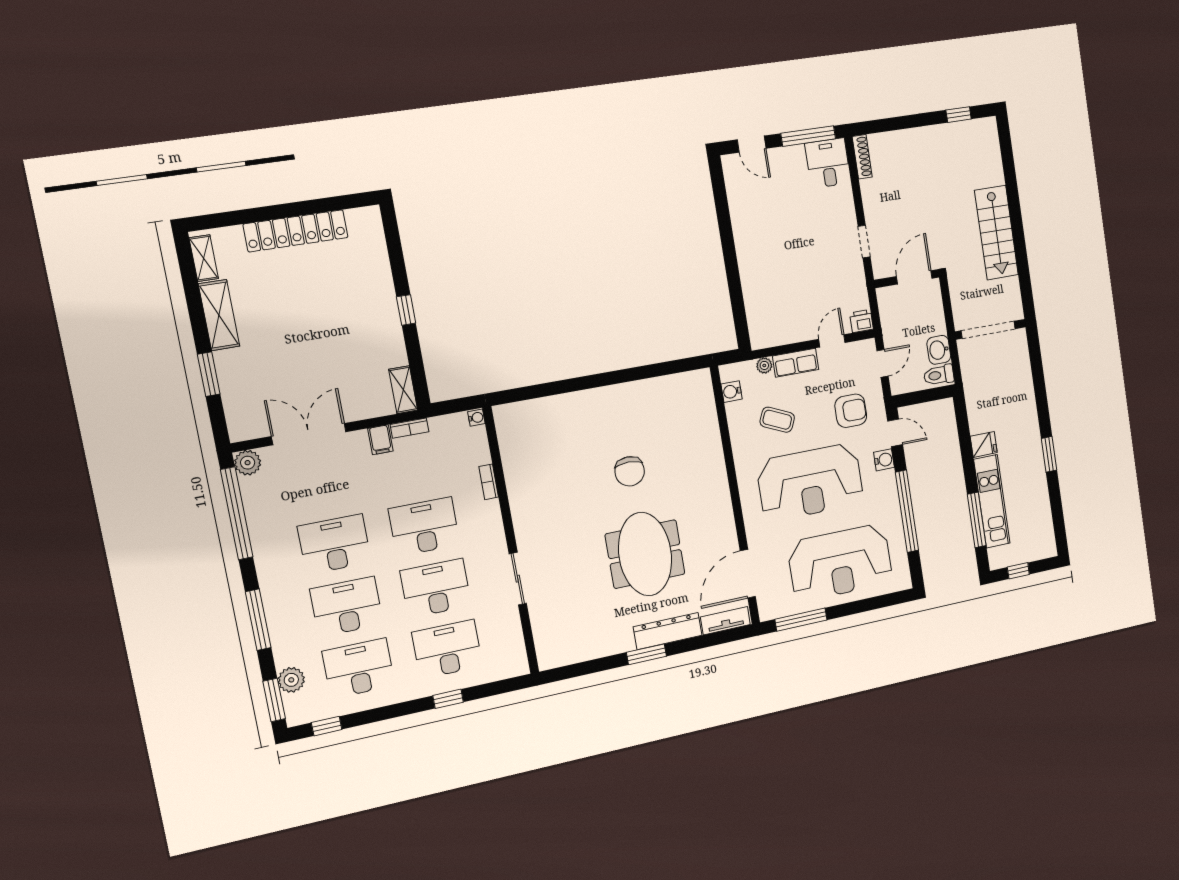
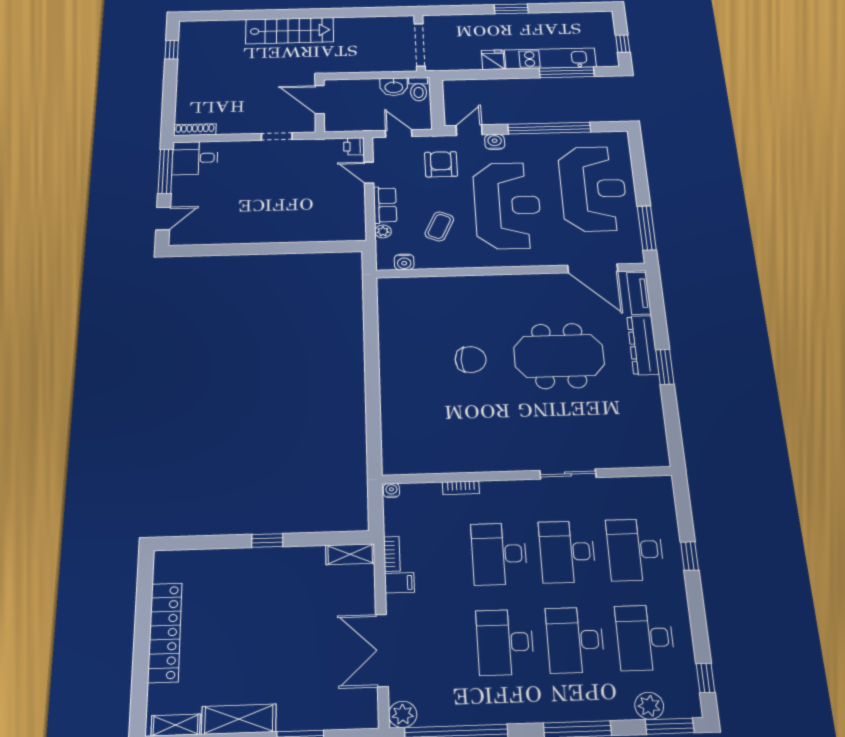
wall: (990, 329) -> (420, 43), moved
doorway: (988, 330) -> (420, 45), moved

